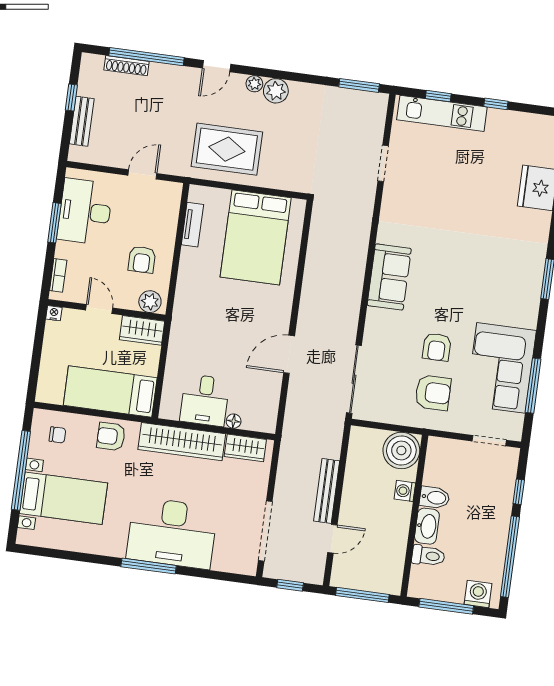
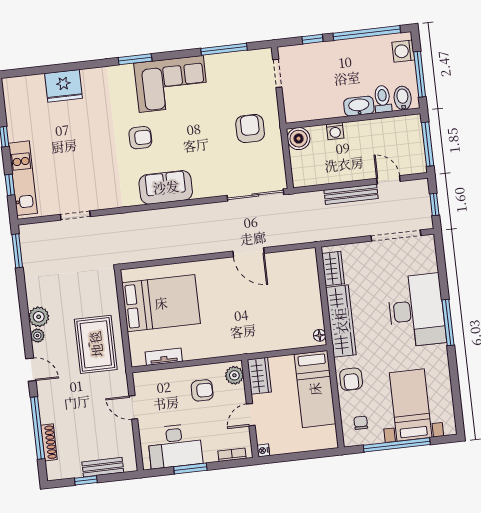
armchair: (437, 347) -> (140, 138), moved
corner sofa: (501, 368) -> (171, 84), moved
desk: (205, 400) -> (303, 311), removed
floor lamp: (234, 421) -> (320, 335), moved
boiler: (401, 450) -> (299, 139), width x0.73, depth x0.73
bidet: (435, 498) -> (403, 98), moved

